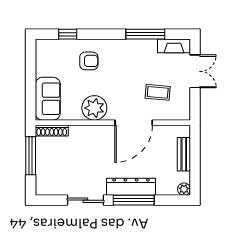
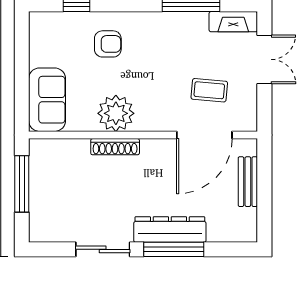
door: (134, 123) -> (204, 135), moved
shoe rack: (52, 131) -> (115, 147), moved
plant: (184, 189) -> (248, 233), removed

